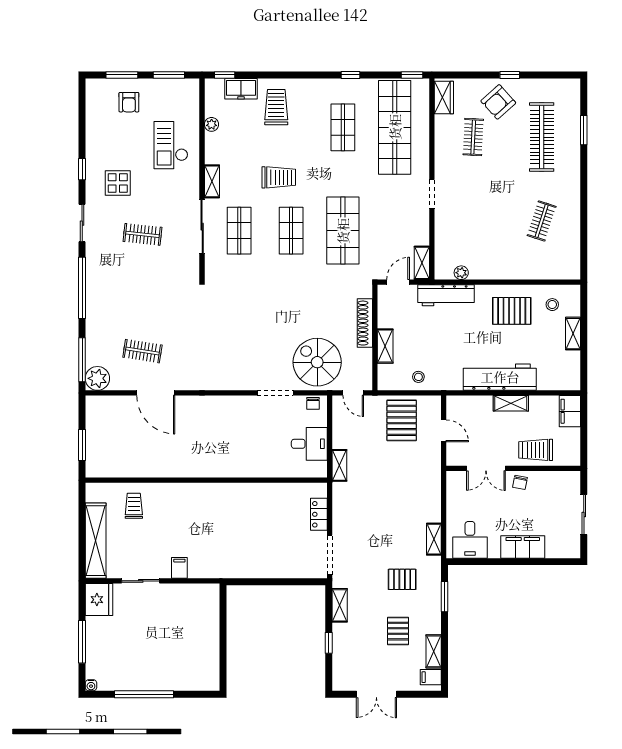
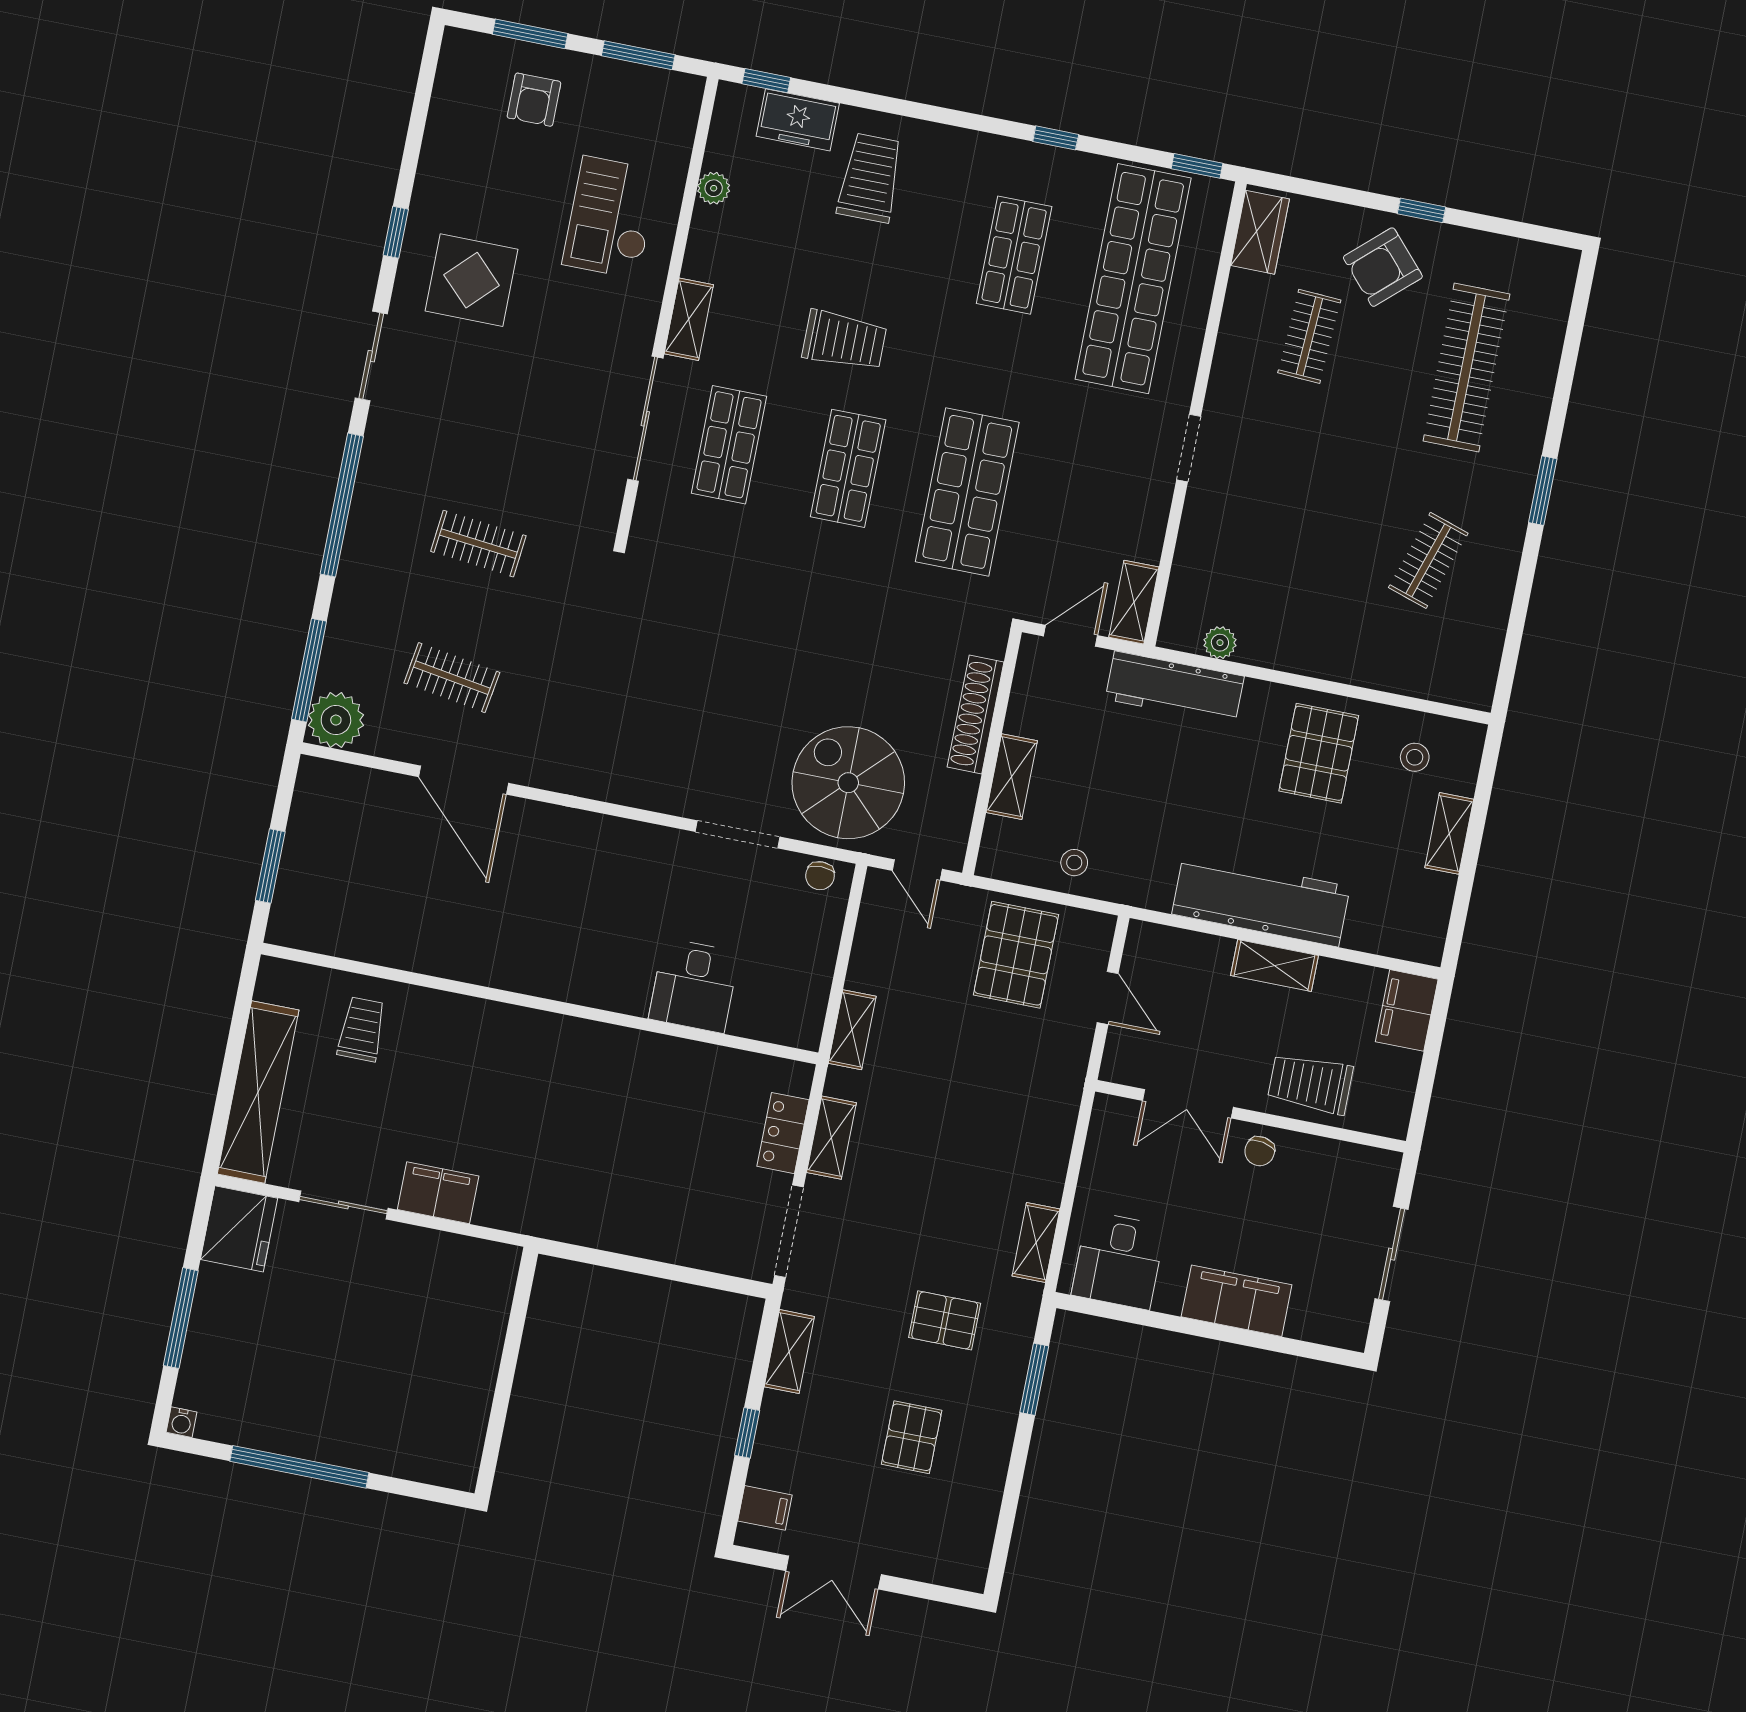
window: (584, 130) -> (1543, 491), moved
display table: (118, 183) -> (472, 280), width x1.36, depth x1.36
clothes rail: (142, 234) -> (478, 544), moved
pallet: (512, 311) -> (1319, 753), turned 90
desk: (309, 444) -> (694, 986), moved, turned 90
filing cabinet: (179, 568) -> (438, 1193), width x2.00
shelving: (434, 651) -> (831, 1138), moved
filing cabinet: (431, 677) -> (765, 1508), moved, turned 180

